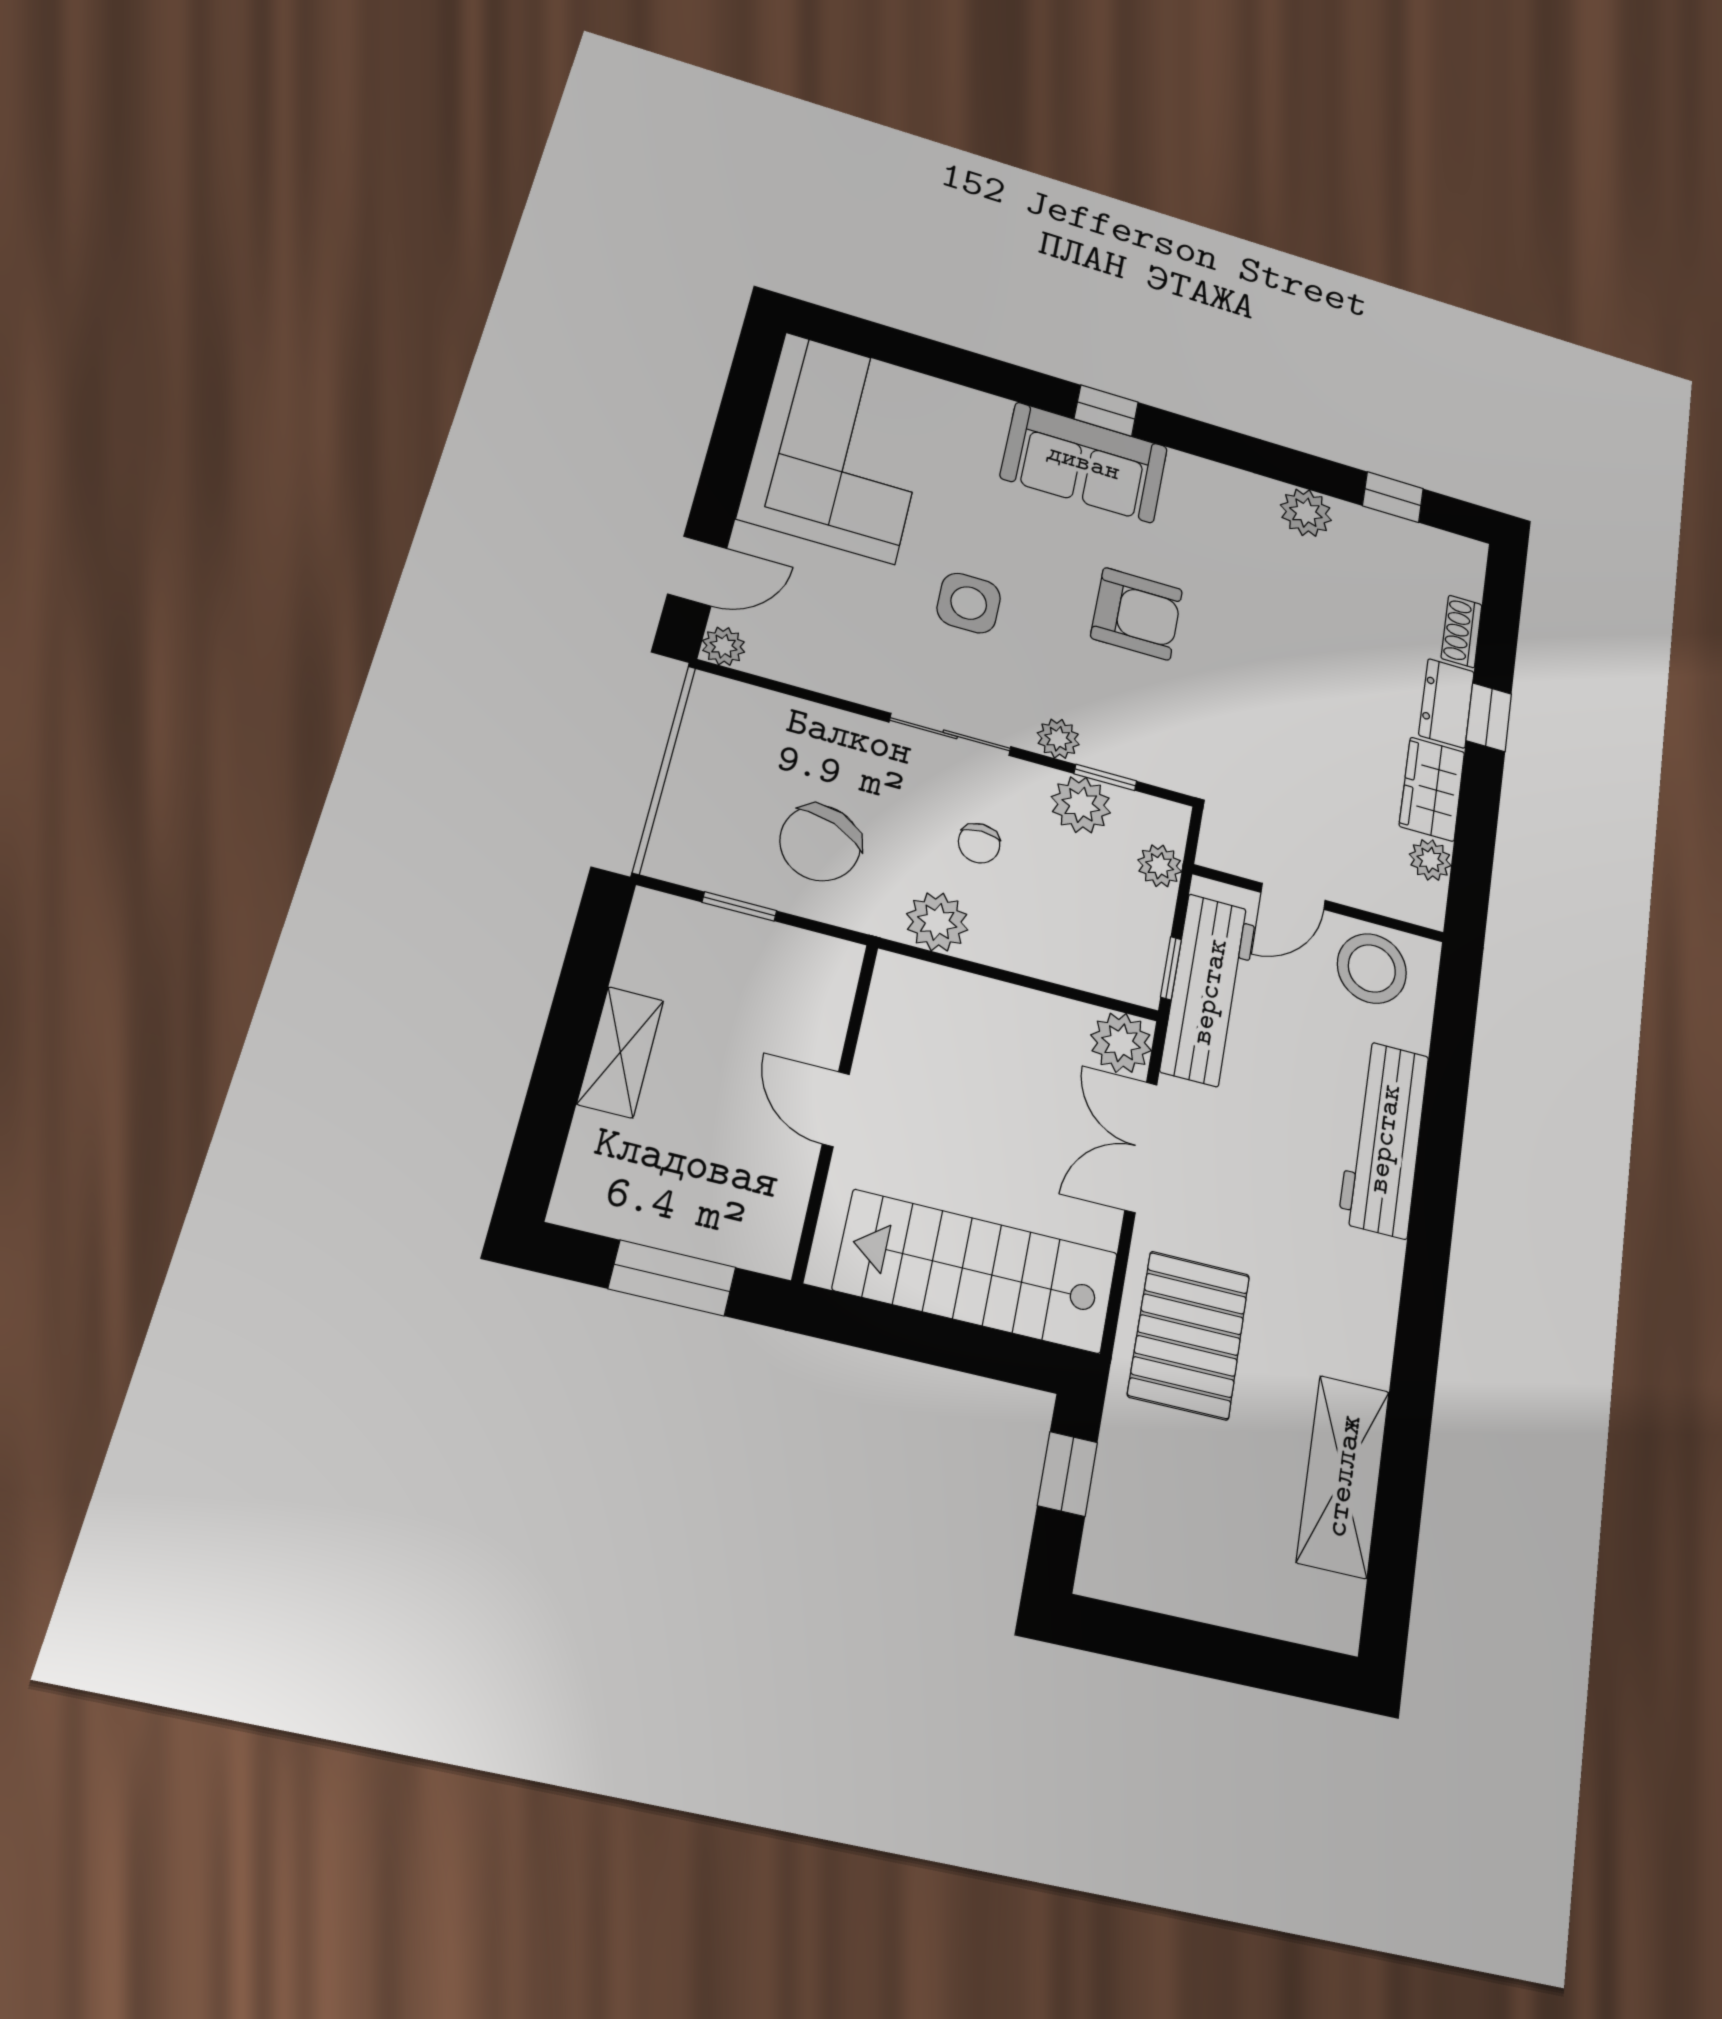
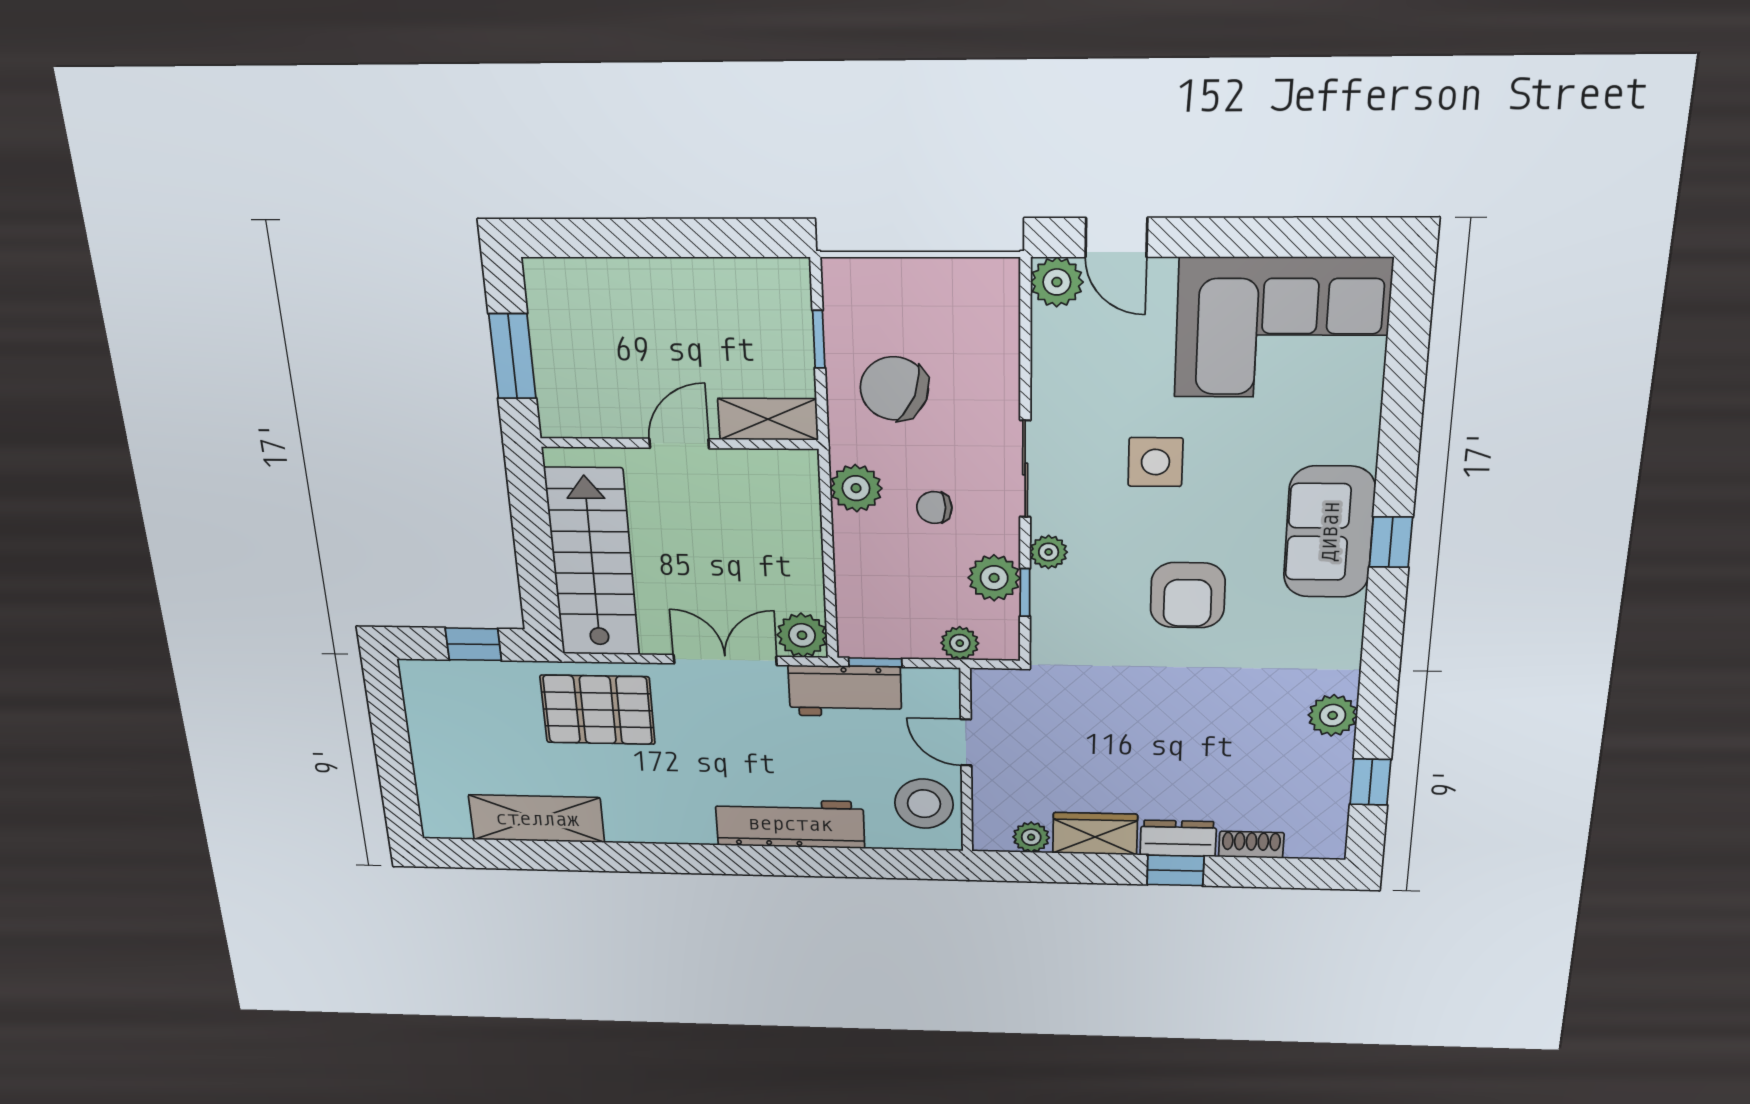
plant: (724, 646) -> (1057, 282), width x1.38, depth x1.38
workbench: (1209, 991) -> (845, 691), width x0.73
shelving: (620, 1052) -> (768, 419), moved

